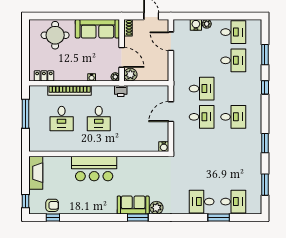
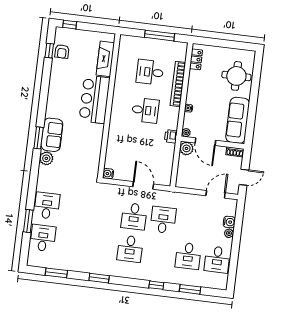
door: (122, 57) -> (205, 142), hinge flipped
desk: (202, 89) -> (163, 220), turned 180
desk: (99, 119) -> (145, 110), turned 180
fireplace: (36, 173) -> (105, 59), moved, turned 90
desk: (233, 202) -> (43, 238), turned 180

